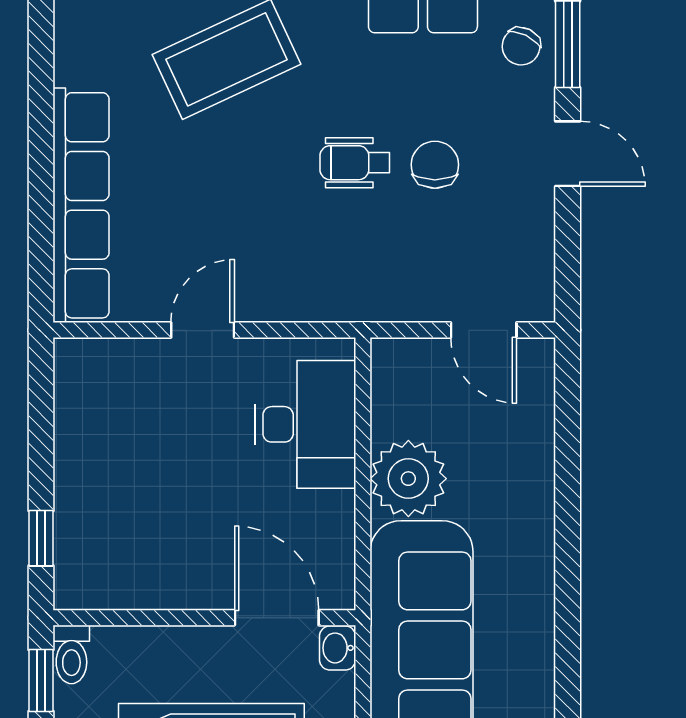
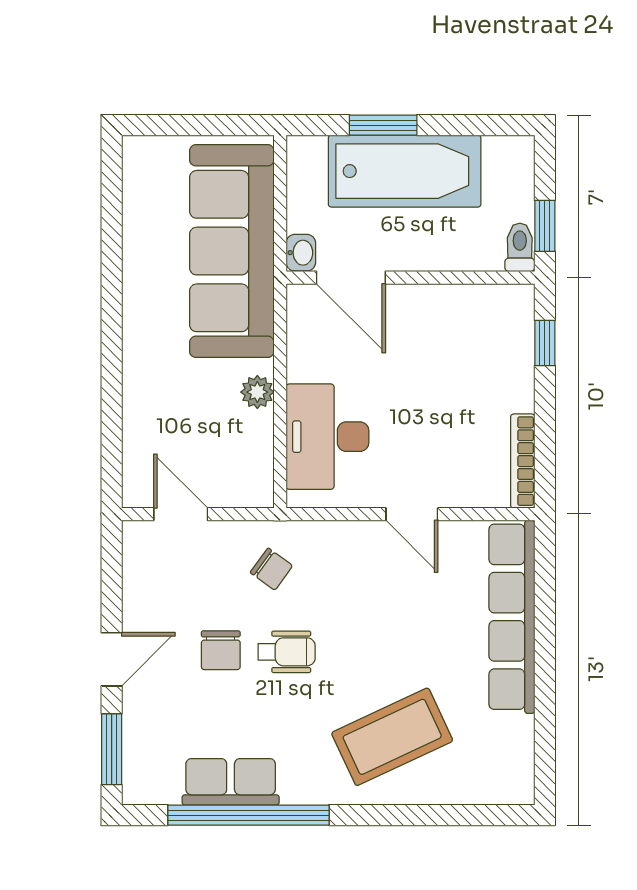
chair: (521, 46) -> (271, 569), moved, turned 100
door: (568, 154) -> (112, 659), swing flipped
door: (203, 330) -> (412, 514), hinge flipped
bookcase: (68, 395) -> (523, 461), added
plant: (408, 479) -> (257, 392), width x0.53, depth x0.53

